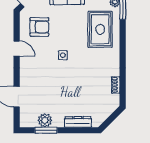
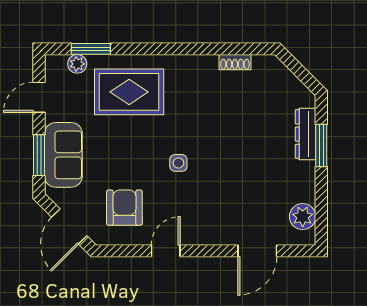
plant: (45, 120) -> (303, 217), moved
window: (46, 130) -> (321, 146), moved

